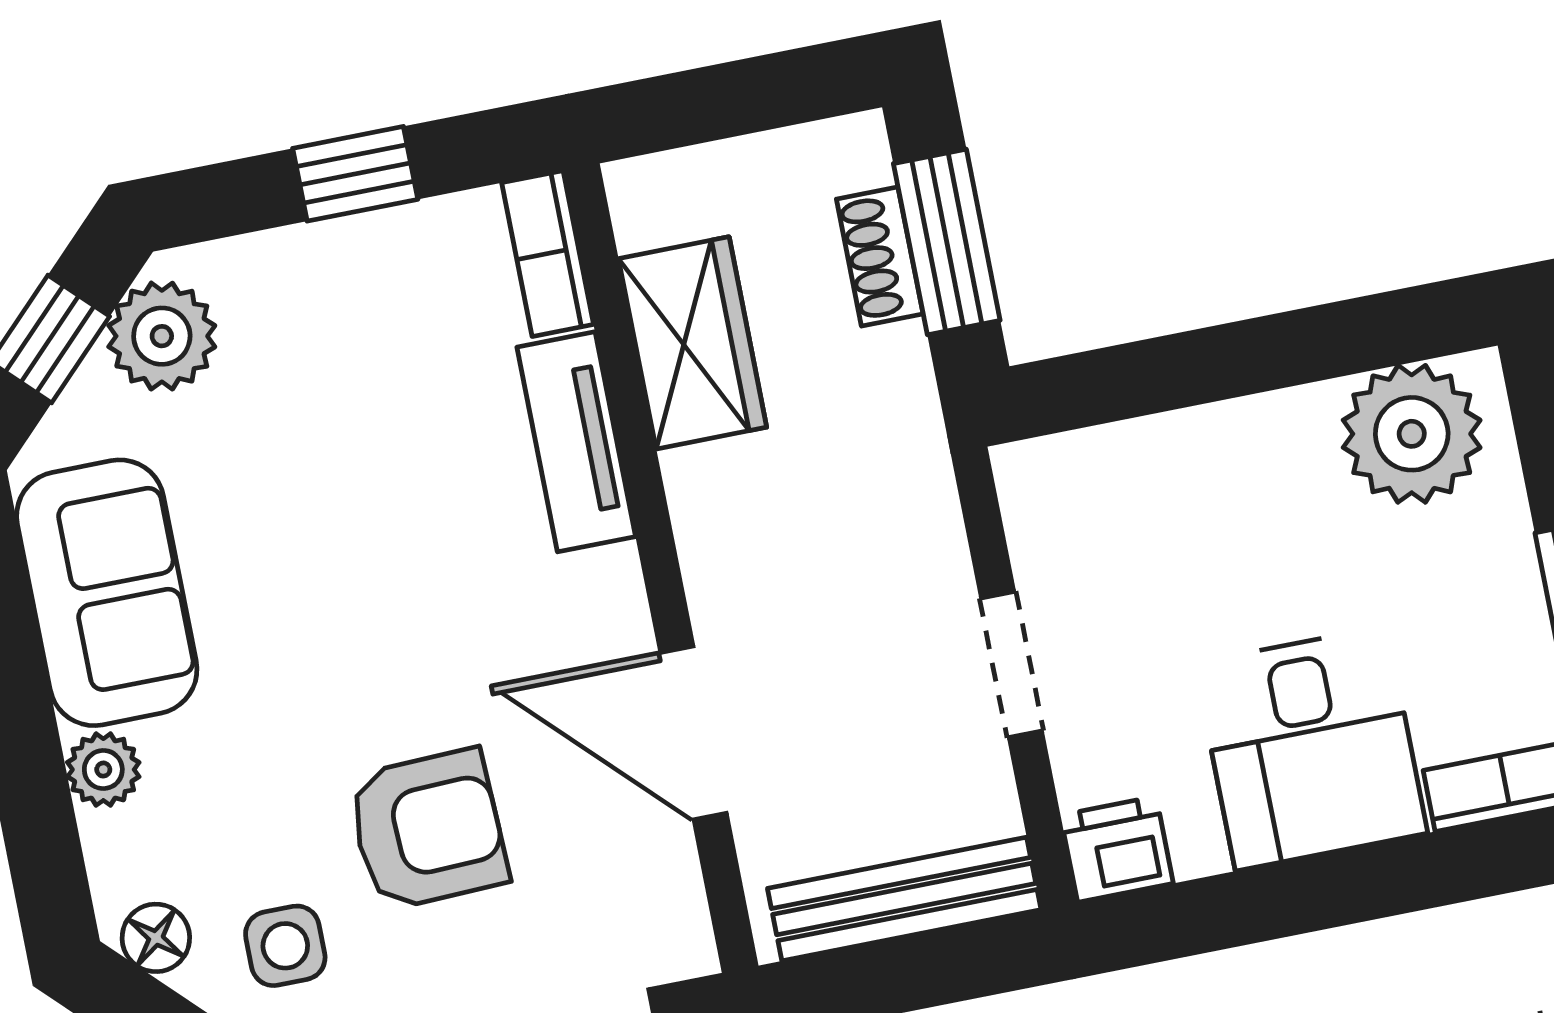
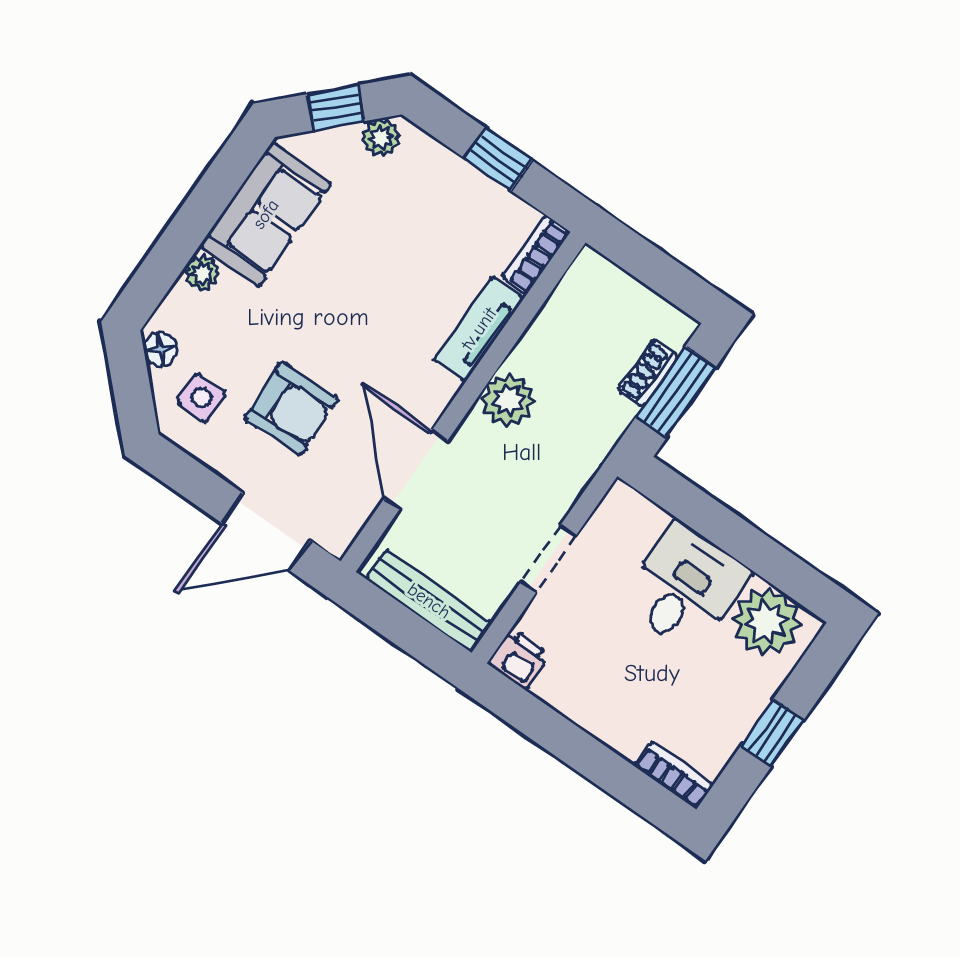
plant: (162, 336) -> (381, 138), width x0.73, depth x0.73
wardrobe: (693, 343) -> (554, 336), removed
plant: (722, 499) -> (508, 400), added
desk: (1311, 748) -> (686, 587), moved, turned 180

